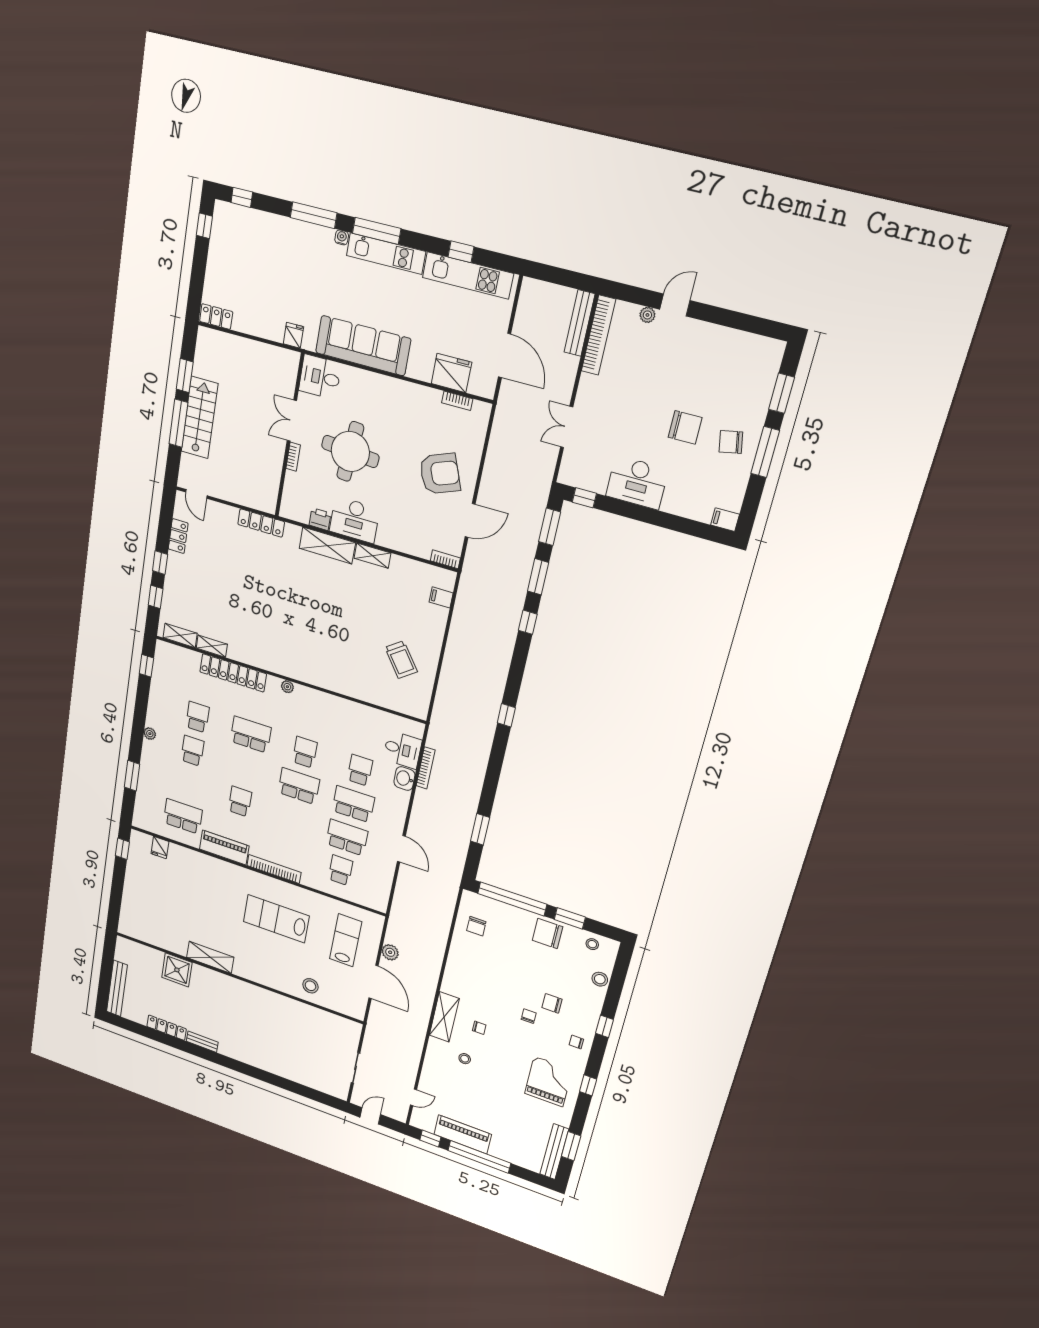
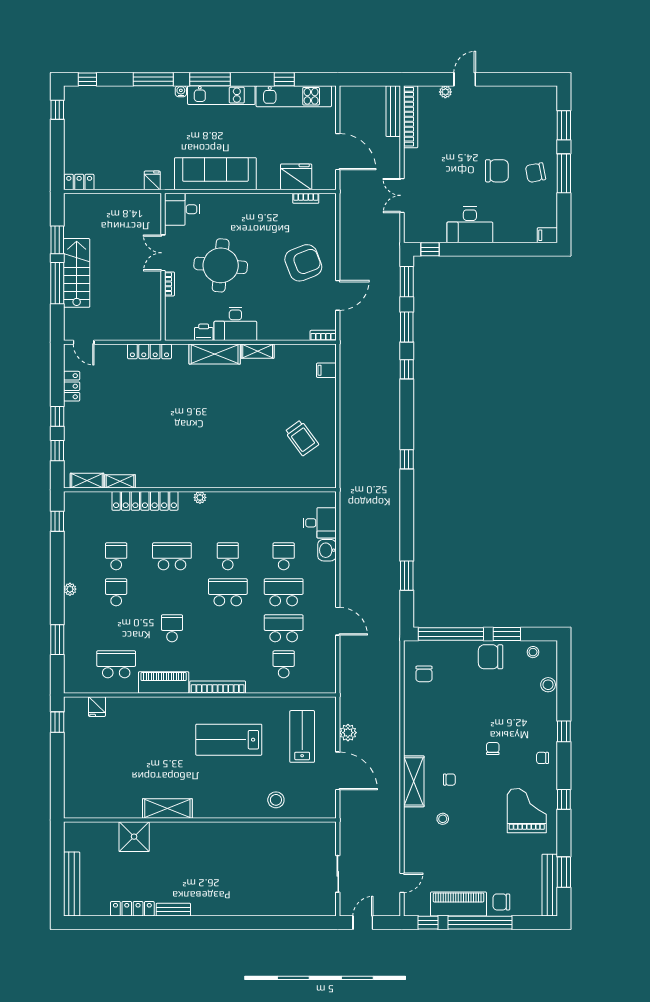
bookcase: (426, 768) -> (345, 533), removed
chair: (552, 1003) -> (501, 902), moved

